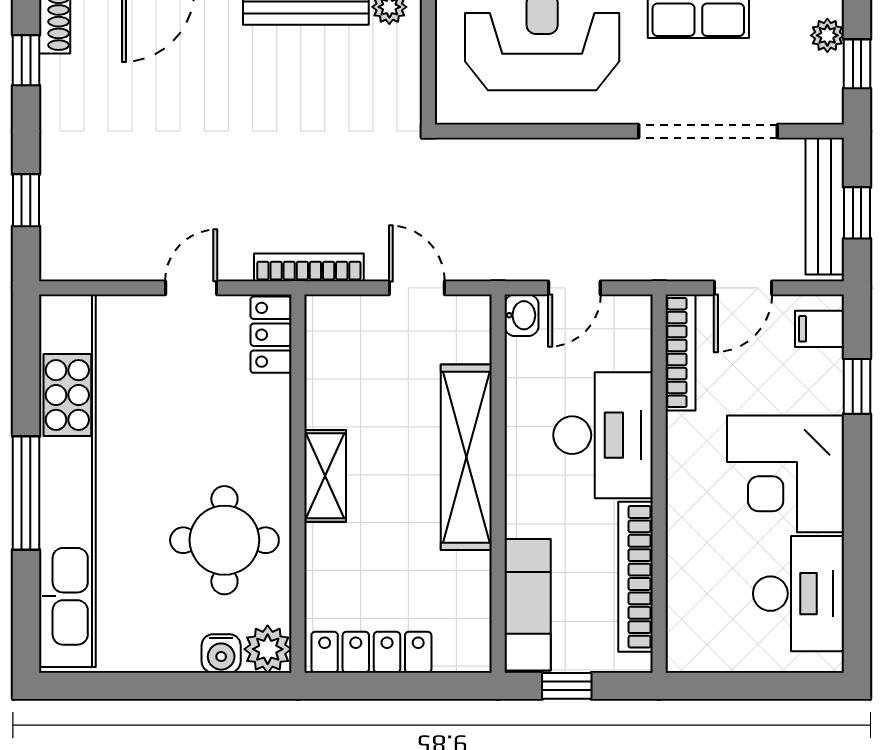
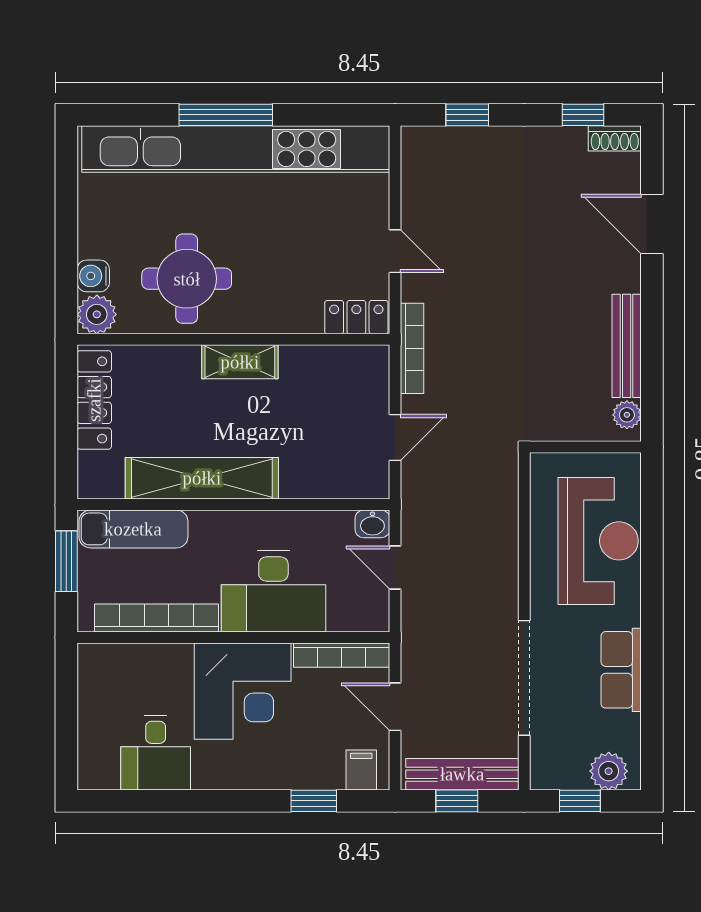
plant: (827, 35) -> (609, 771), width x1.38, depth x1.38
shelving: (466, 457) -> (202, 478), moved
corner desk: (786, 474) -> (243, 691), moved, turned 180
desk: (799, 594) -> (156, 753), width x0.73
window: (567, 686) -> (66, 561), width x1.50

